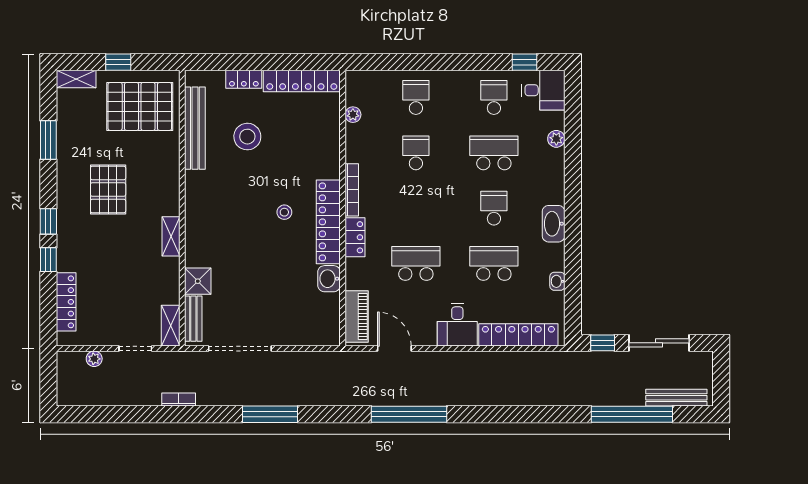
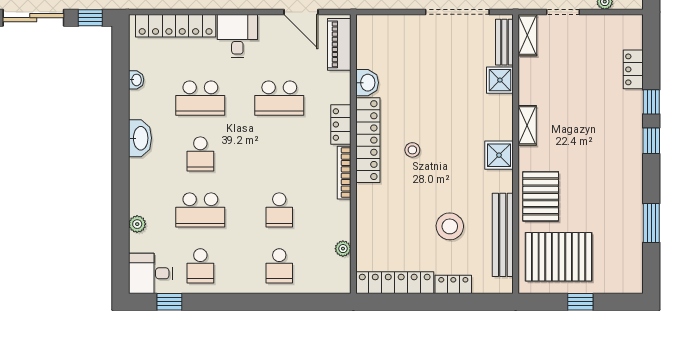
shelving: (76, 79) -> (623, 285), removed
pallet: (108, 190) -> (541, 196), moved
shower: (199, 207) -> (499, 155), added
locker: (66, 302) -> (633, 69), width x0.66

